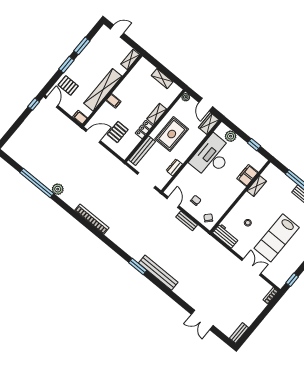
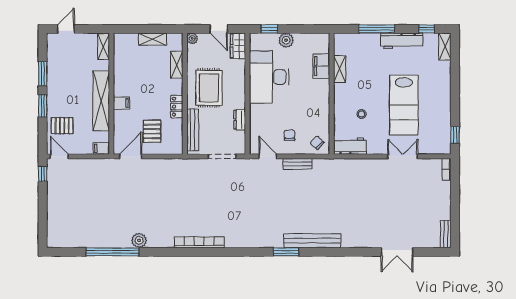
shelving: (157, 114) -> (177, 65), moved
plant: (231, 136) -> (286, 40), moved
window: (254, 145) -> (269, 29), moved

